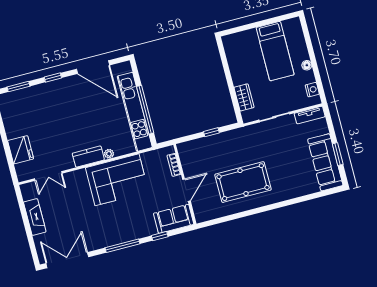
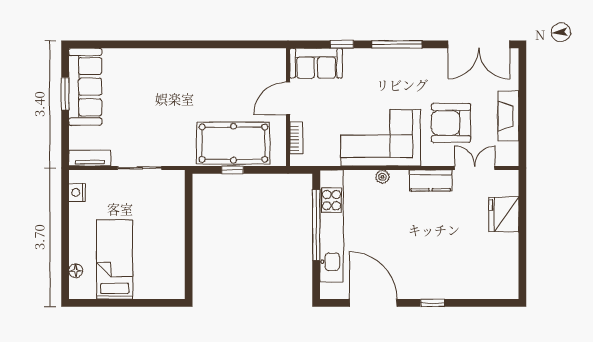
floor lamp: (307, 65) -> (76, 271), moved
window: (18, 87) -> (484, 303), removed
wardrobe: (244, 97) -> (175, 206), removed
kitchen counter: (88, 157) -> (431, 180), moved
pool table: (243, 182) -> (233, 143), moved
armchair: (72, 202) -> (451, 123), added

